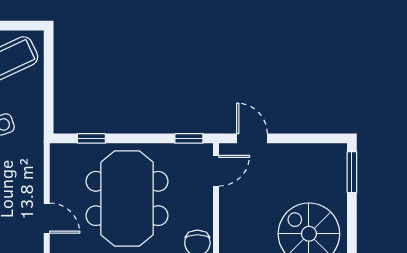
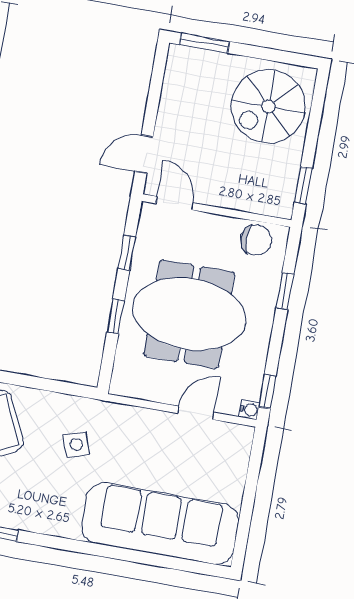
window: (91, 138) -> (116, 316), moved
window: (189, 138) -> (127, 253), moved

